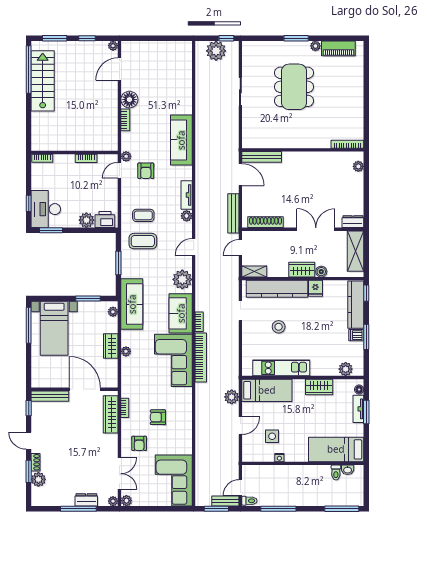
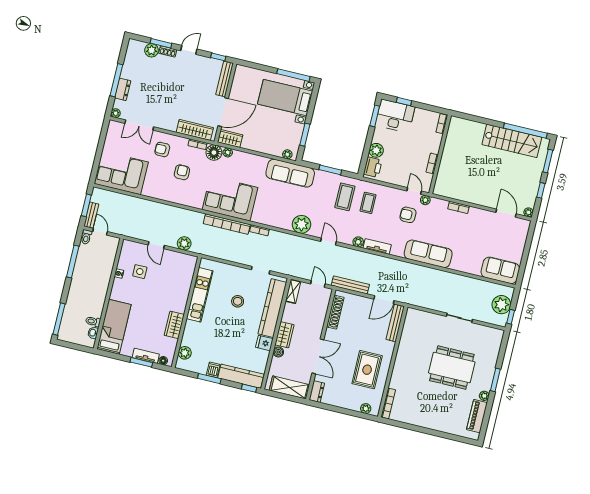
floor lamp: (129, 100) -> (214, 153), moved
rug: (317, 175) -> (367, 370), added
sofa: (181, 313) -> (500, 270), moved
wardrobe: (111, 346) -> (230, 139), moved
plant: (126, 351) -> (228, 153), moved
bed: (267, 390) -> (183, 277), removed
plant: (126, 501) -> (113, 126), removed

